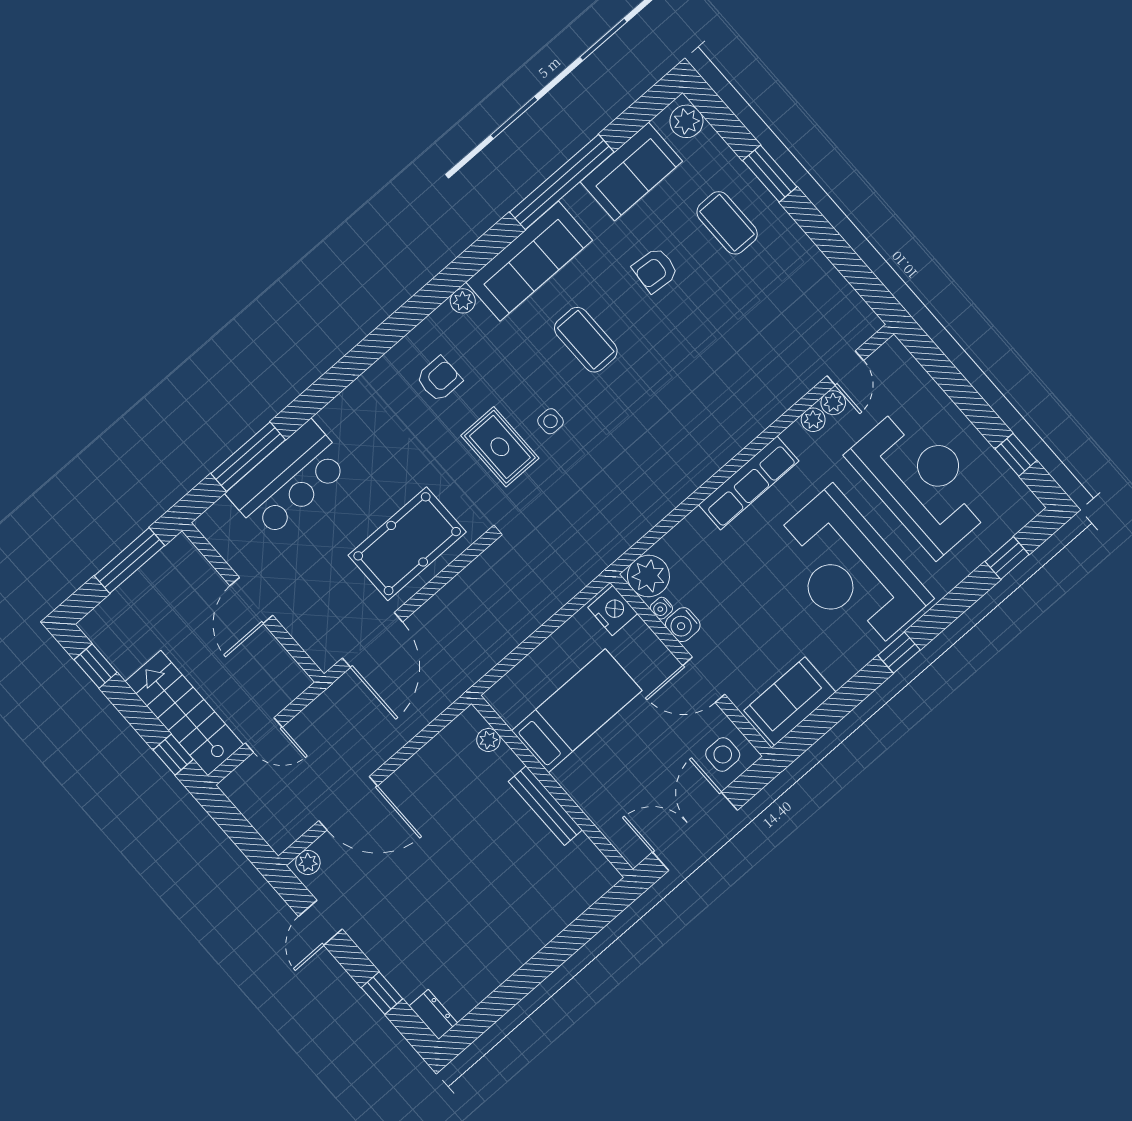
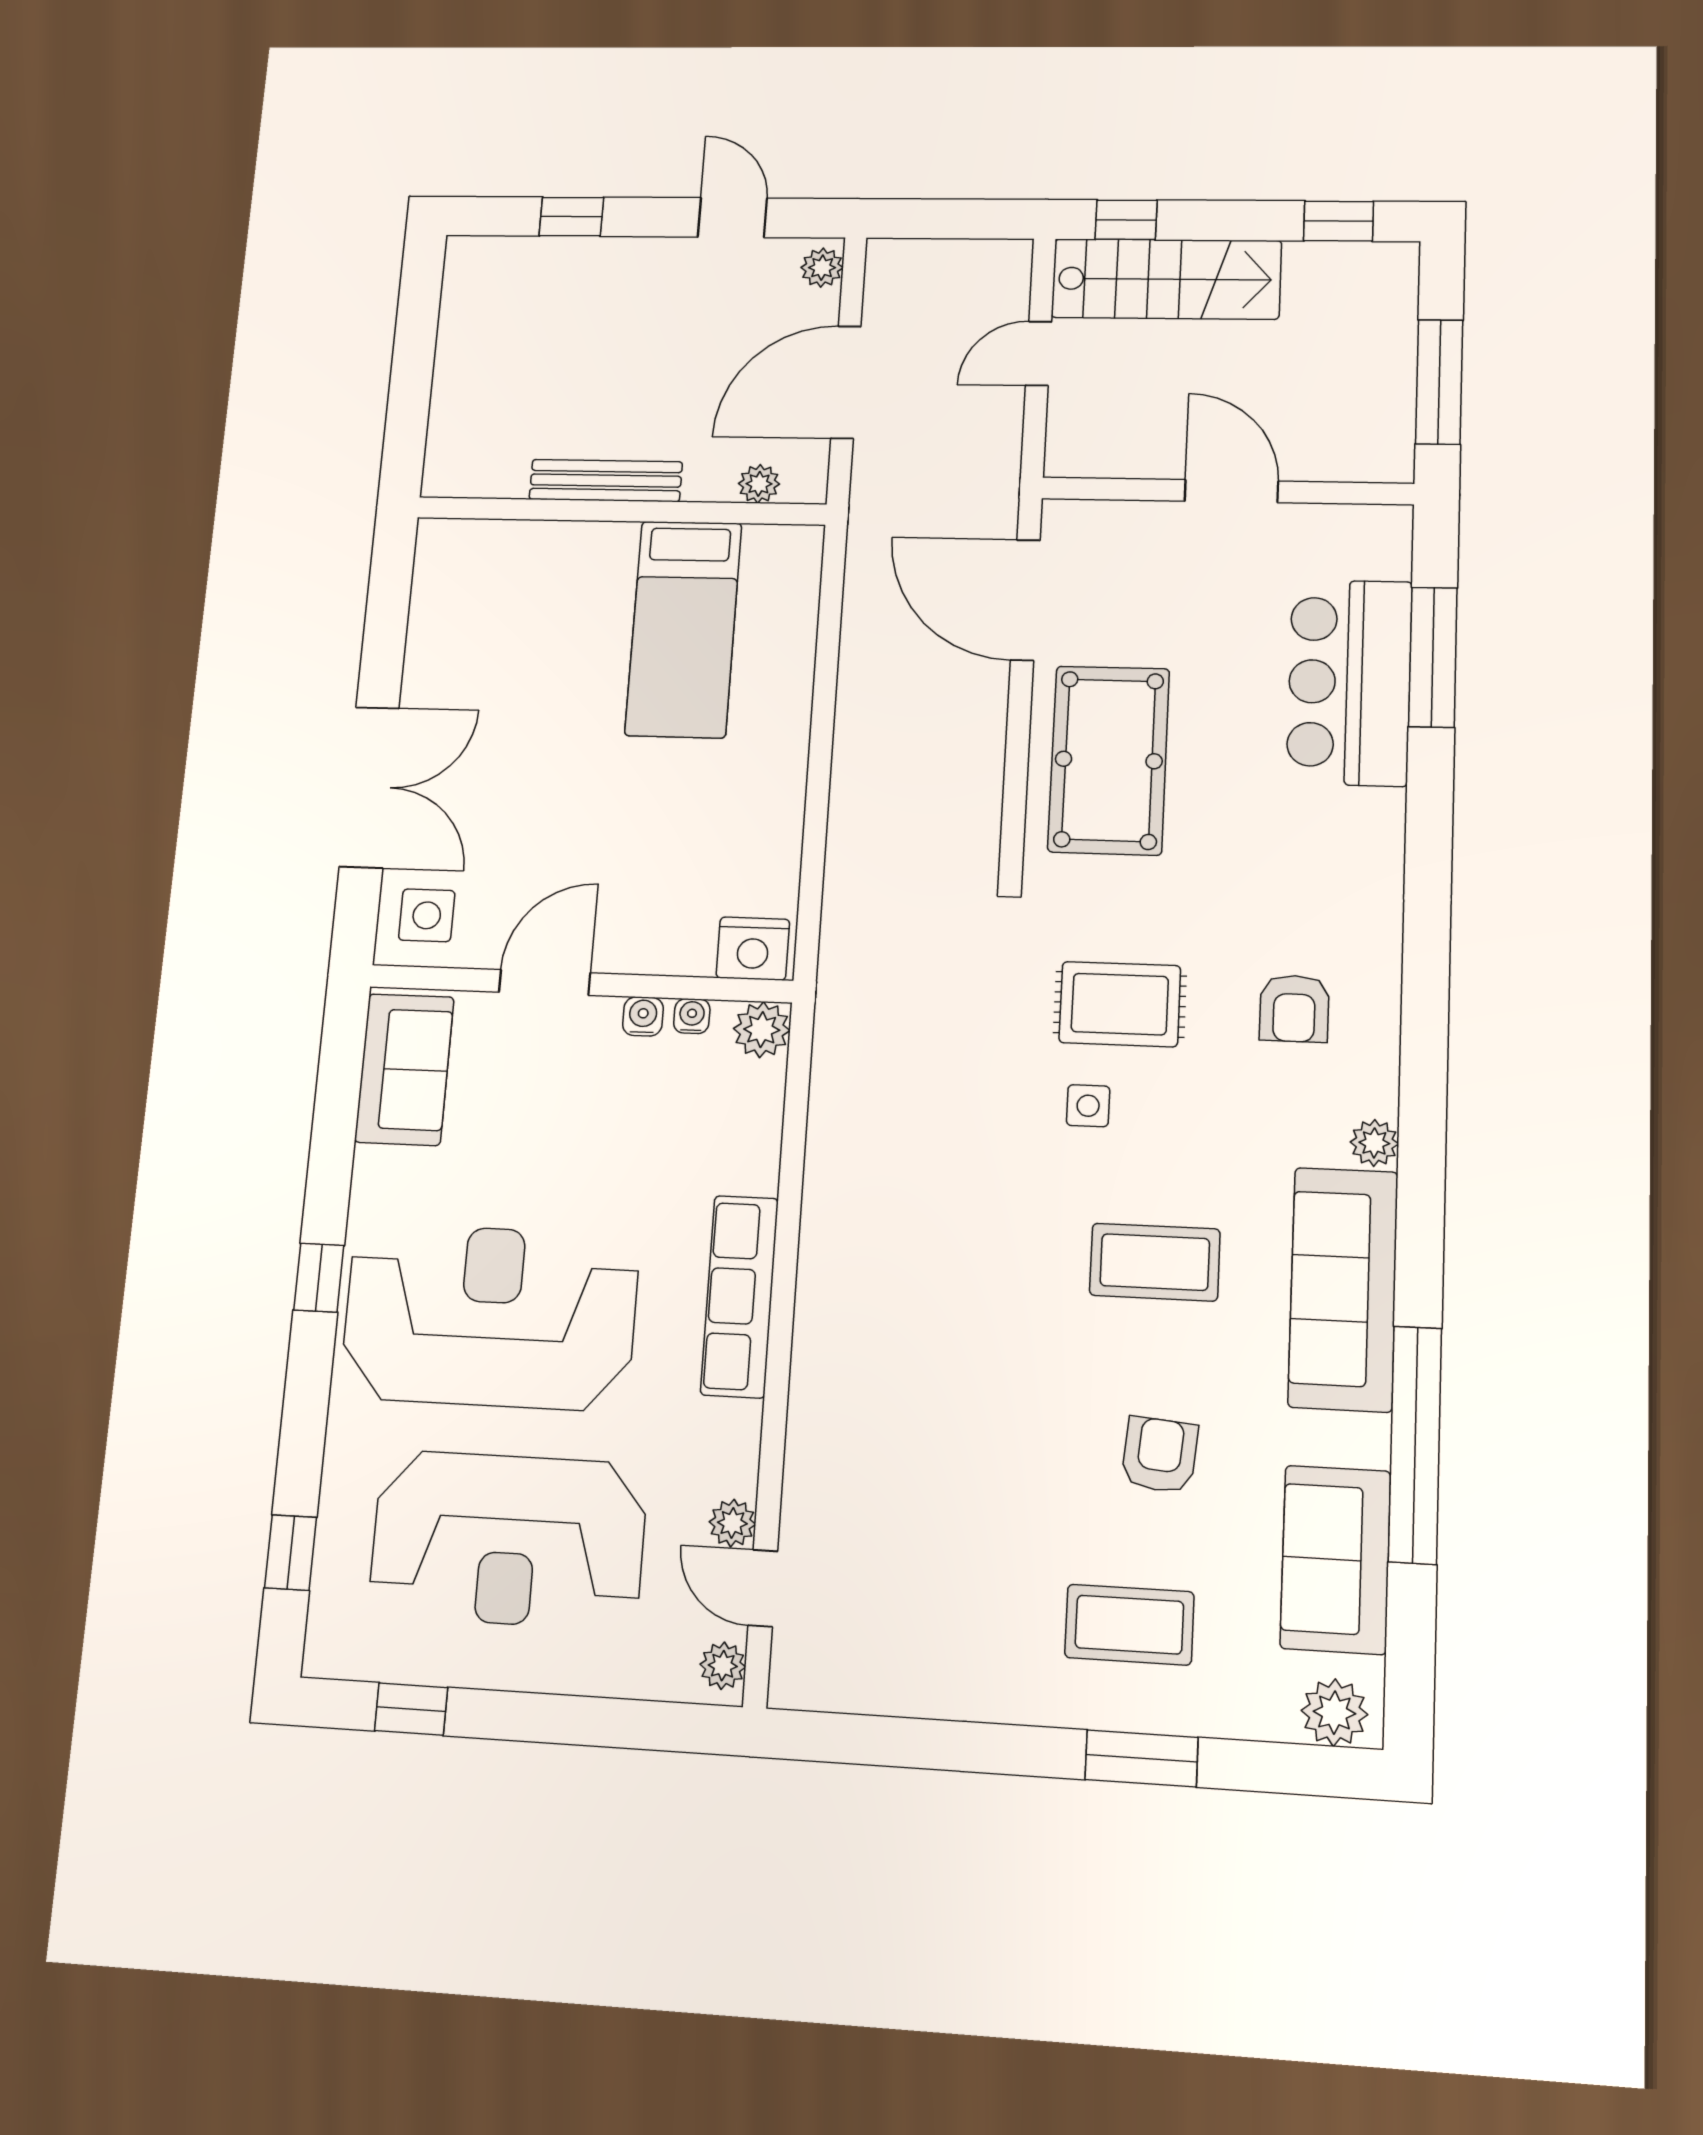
plant: (813, 420) -> (723, 1666), moved
plant: (648, 576) -> (762, 1030), width x0.73, depth x0.73
water cooler: (683, 625) -> (643, 1016), width x0.72, depth x0.72
bed: (577, 711) -> (683, 629), moved
plant: (488, 740) -> (759, 484), moved
wall: (552, 786) -> (621, 511), moved
bench: (545, 806) -> (606, 481), moved
dresser: (433, 1014) -> (482, 256), removed

